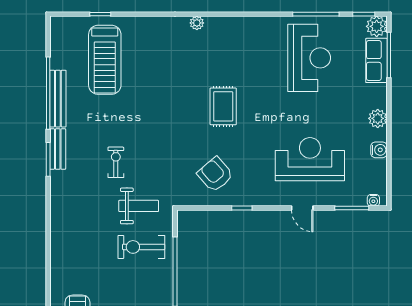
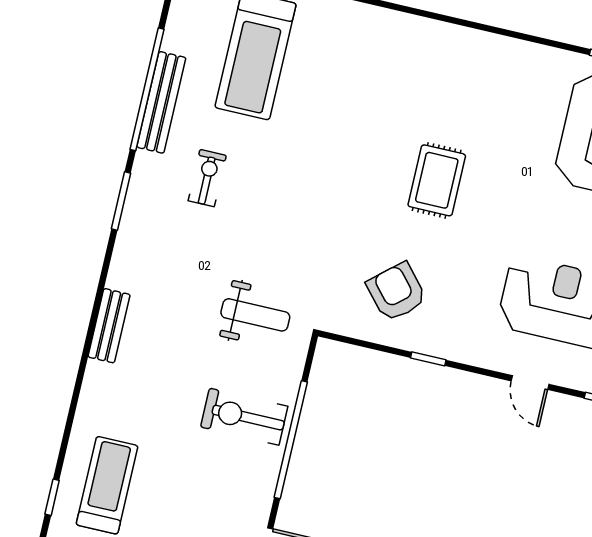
plant: (197, 23) -> (425, 29), removed
bench: (58, 149) -> (109, 326), moved
exercise bike: (116, 162) -> (207, 178), moved
exercise bike: (141, 247) -> (244, 417), moved

